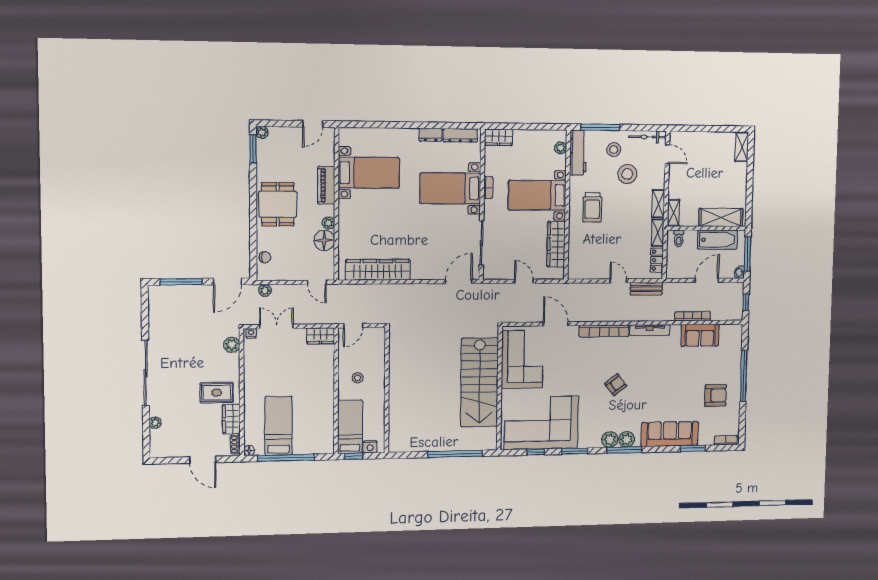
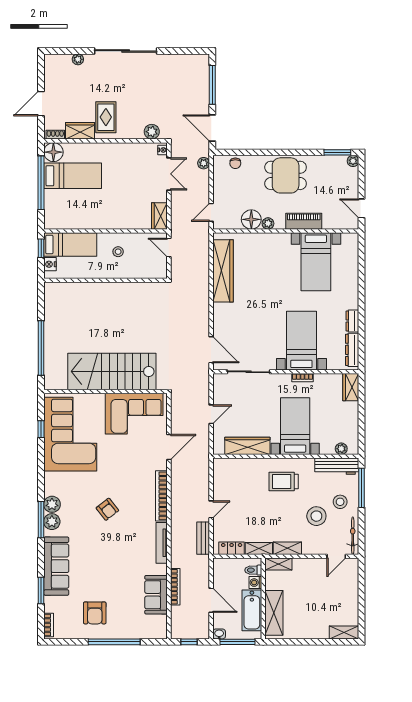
washing machine: (691, 236) -> (255, 583), added
floor lamp: (249, 451) -> (53, 152), width x1.89, depth x1.89
window: (575, 451) -> (41, 469), removed

